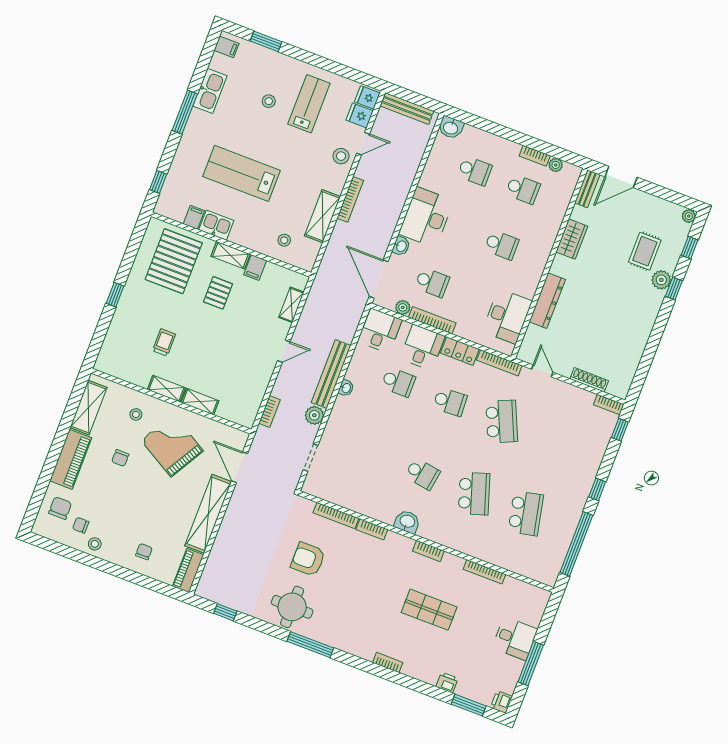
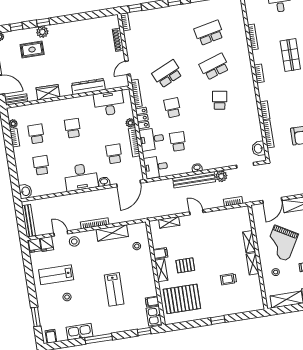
lab bench: (242, 173) -> (114, 289), width x0.73, depth x0.72
kitchen sink: (216, 225) -> (154, 316), moved
plant: (403, 307) -> (130, 123), moved
washbasin: (407, 522) -> (258, 149), moved

